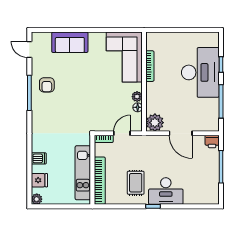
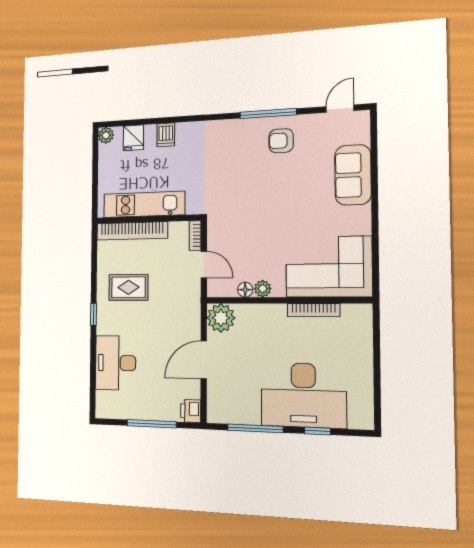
desk: (166, 191) -> (116, 363), moved

